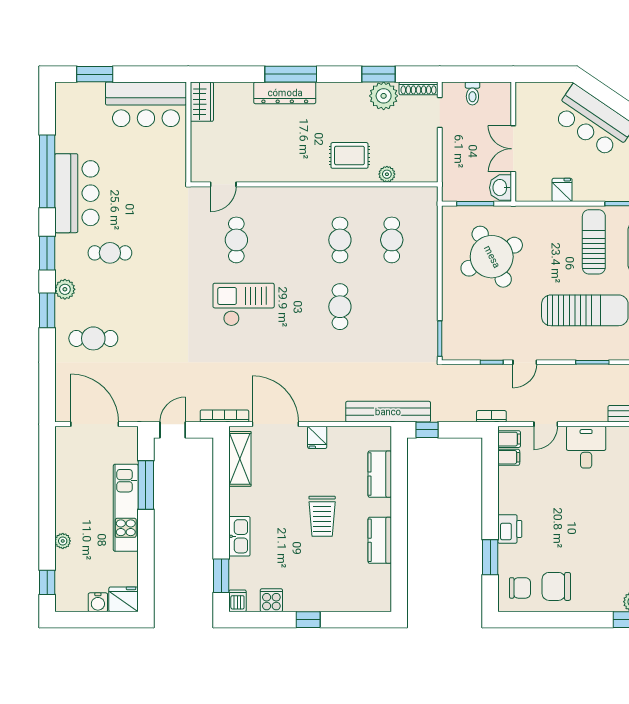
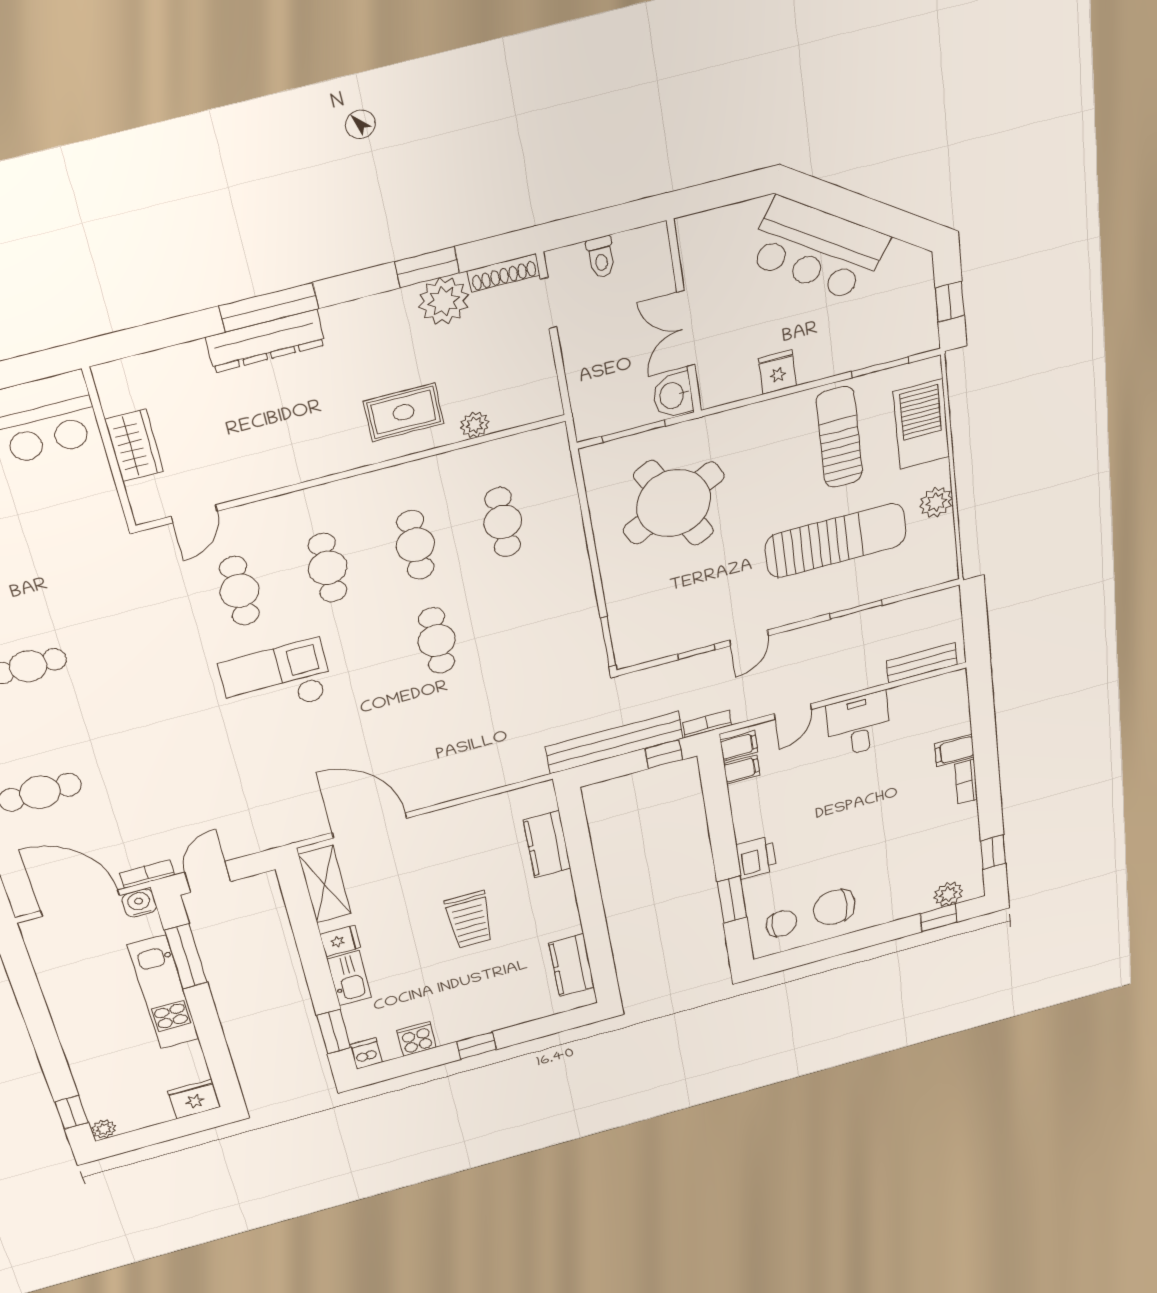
wardrobe: (202, 102) -> (134, 446), moved
cafe table: (288, 240) -> (328, 568), added
bench: (388, 412) -> (614, 743), moved
bookcase: (224, 416) -> (147, 874), moved, width x0.64
window: (427, 430) -> (664, 754), moved
fridge: (317, 437) -> (340, 941), moved, turned -90
kitchen counter: (380, 540) -> (572, 965), moved
plant: (63, 541) -> (104, 1129), moved
water cooler: (98, 602) -> (139, 903), moved, turned 180

